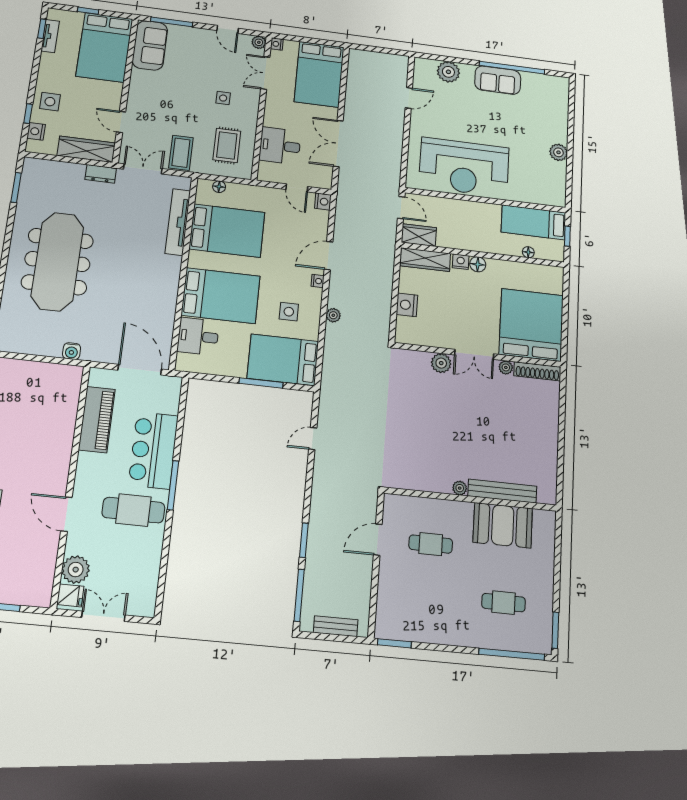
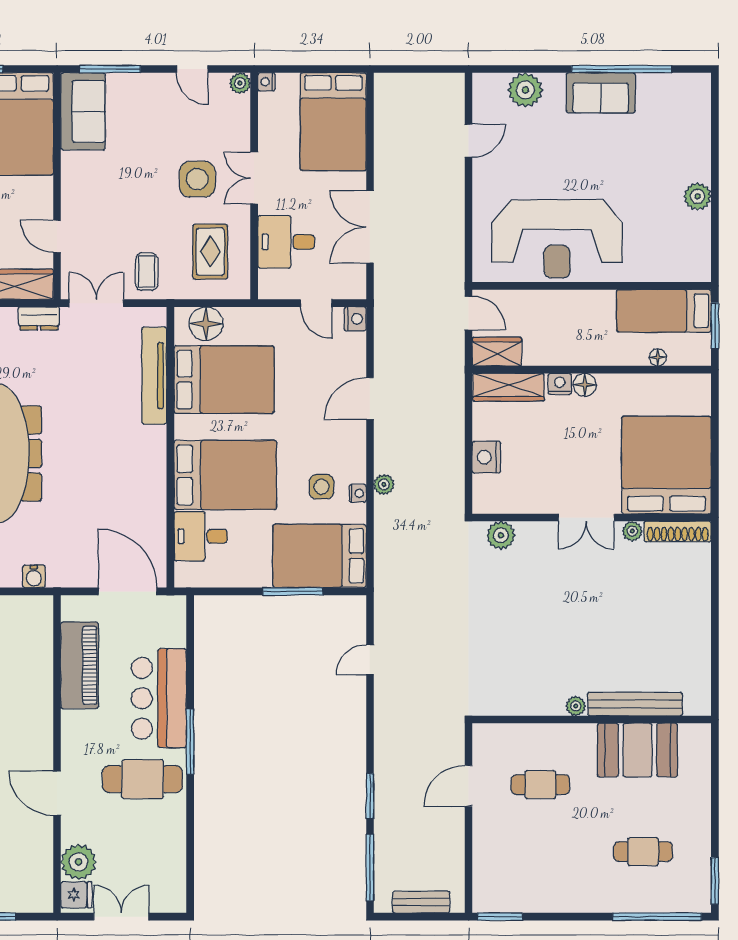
double door: (265, 73) -> (254, 178), moved
side table: (223, 98) -> (197, 179), width x1.87, depth x1.87
coffee table: (181, 153) -> (147, 272), width x0.73, depth x0.77
floor lamp: (219, 187) -> (206, 324), width x1.89, depth x1.89
window: (567, 236) -> (715, 326), width x1.50
nightstand: (318, 281) -> (358, 493), moved
plant: (441, 363) -> (501, 535), moved

